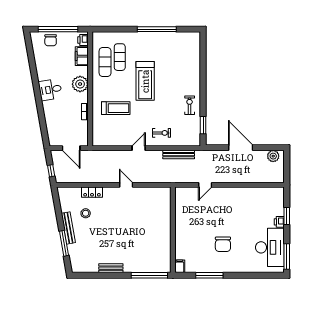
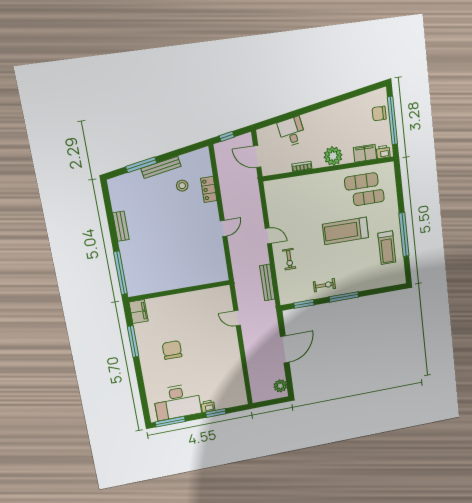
window: (203, 89) -> (344, 297), added
desk: (50, 90) -> (292, 132), moved
treadmill: (116, 108) -> (387, 248), moved
door: (71, 148) -> (257, 157), hinge flipped
chair: (223, 244) -> (172, 350), turned 90
filing cabinet: (180, 266) -> (139, 312), width x2.00

